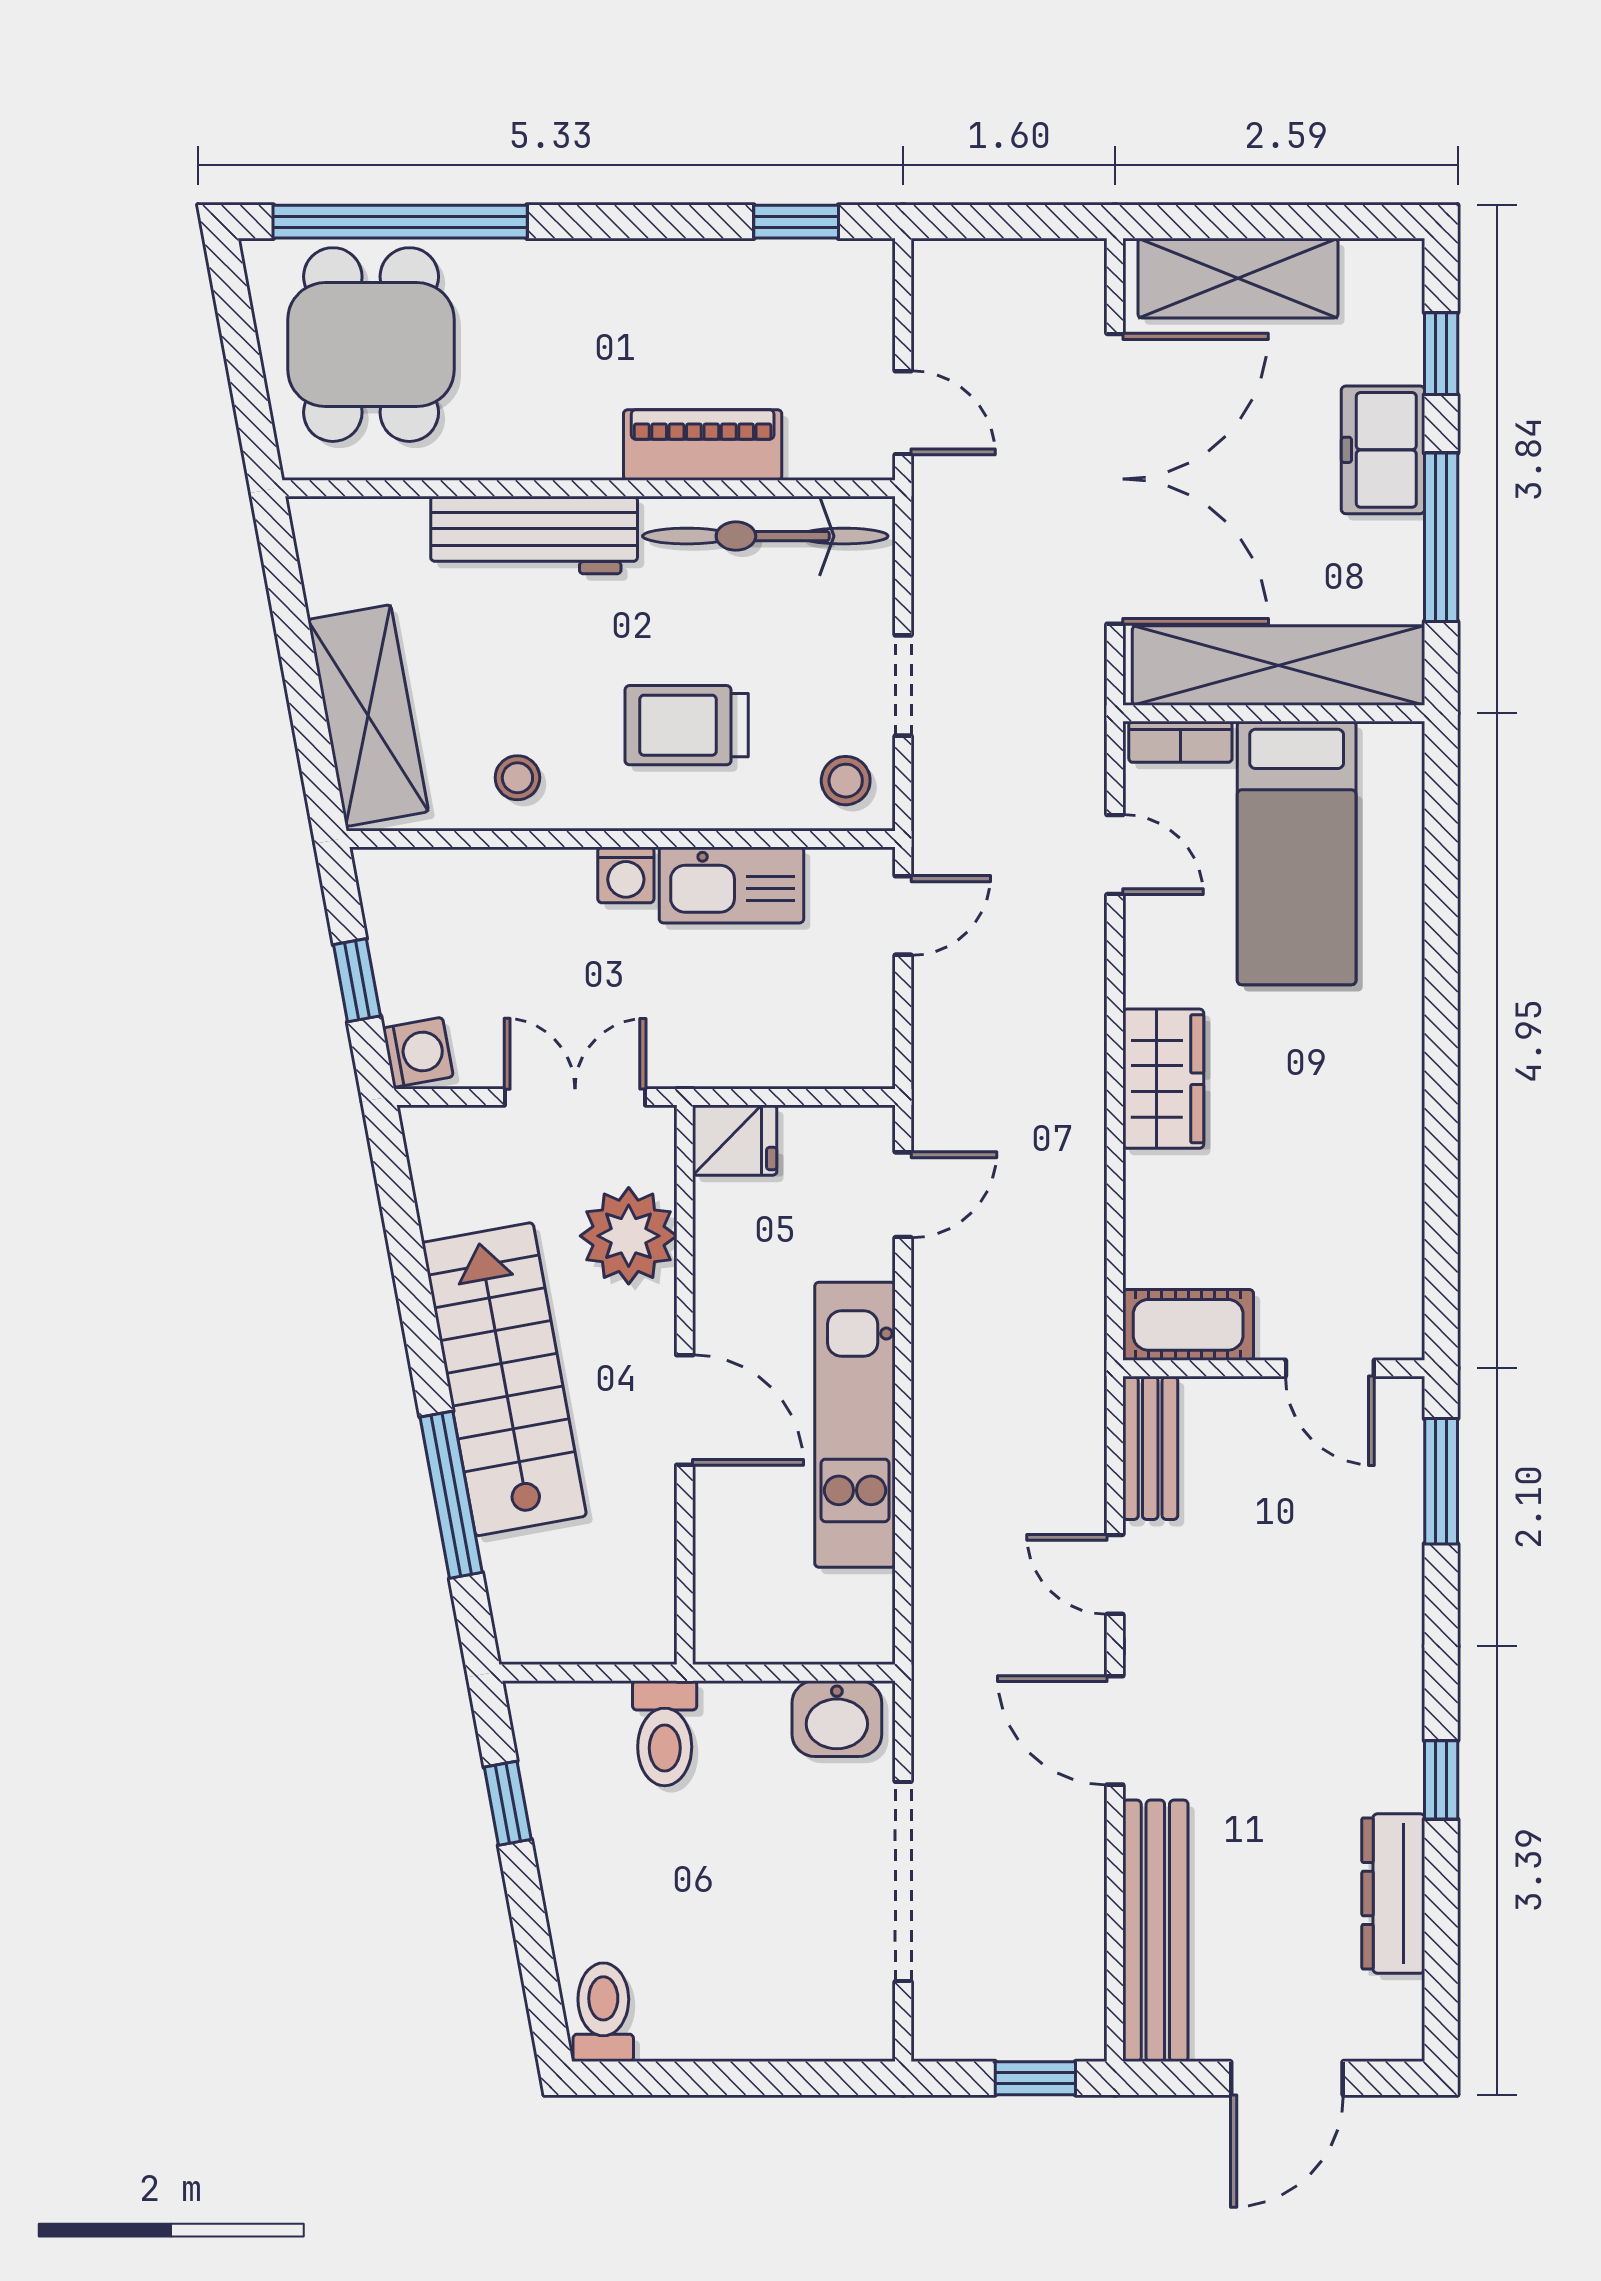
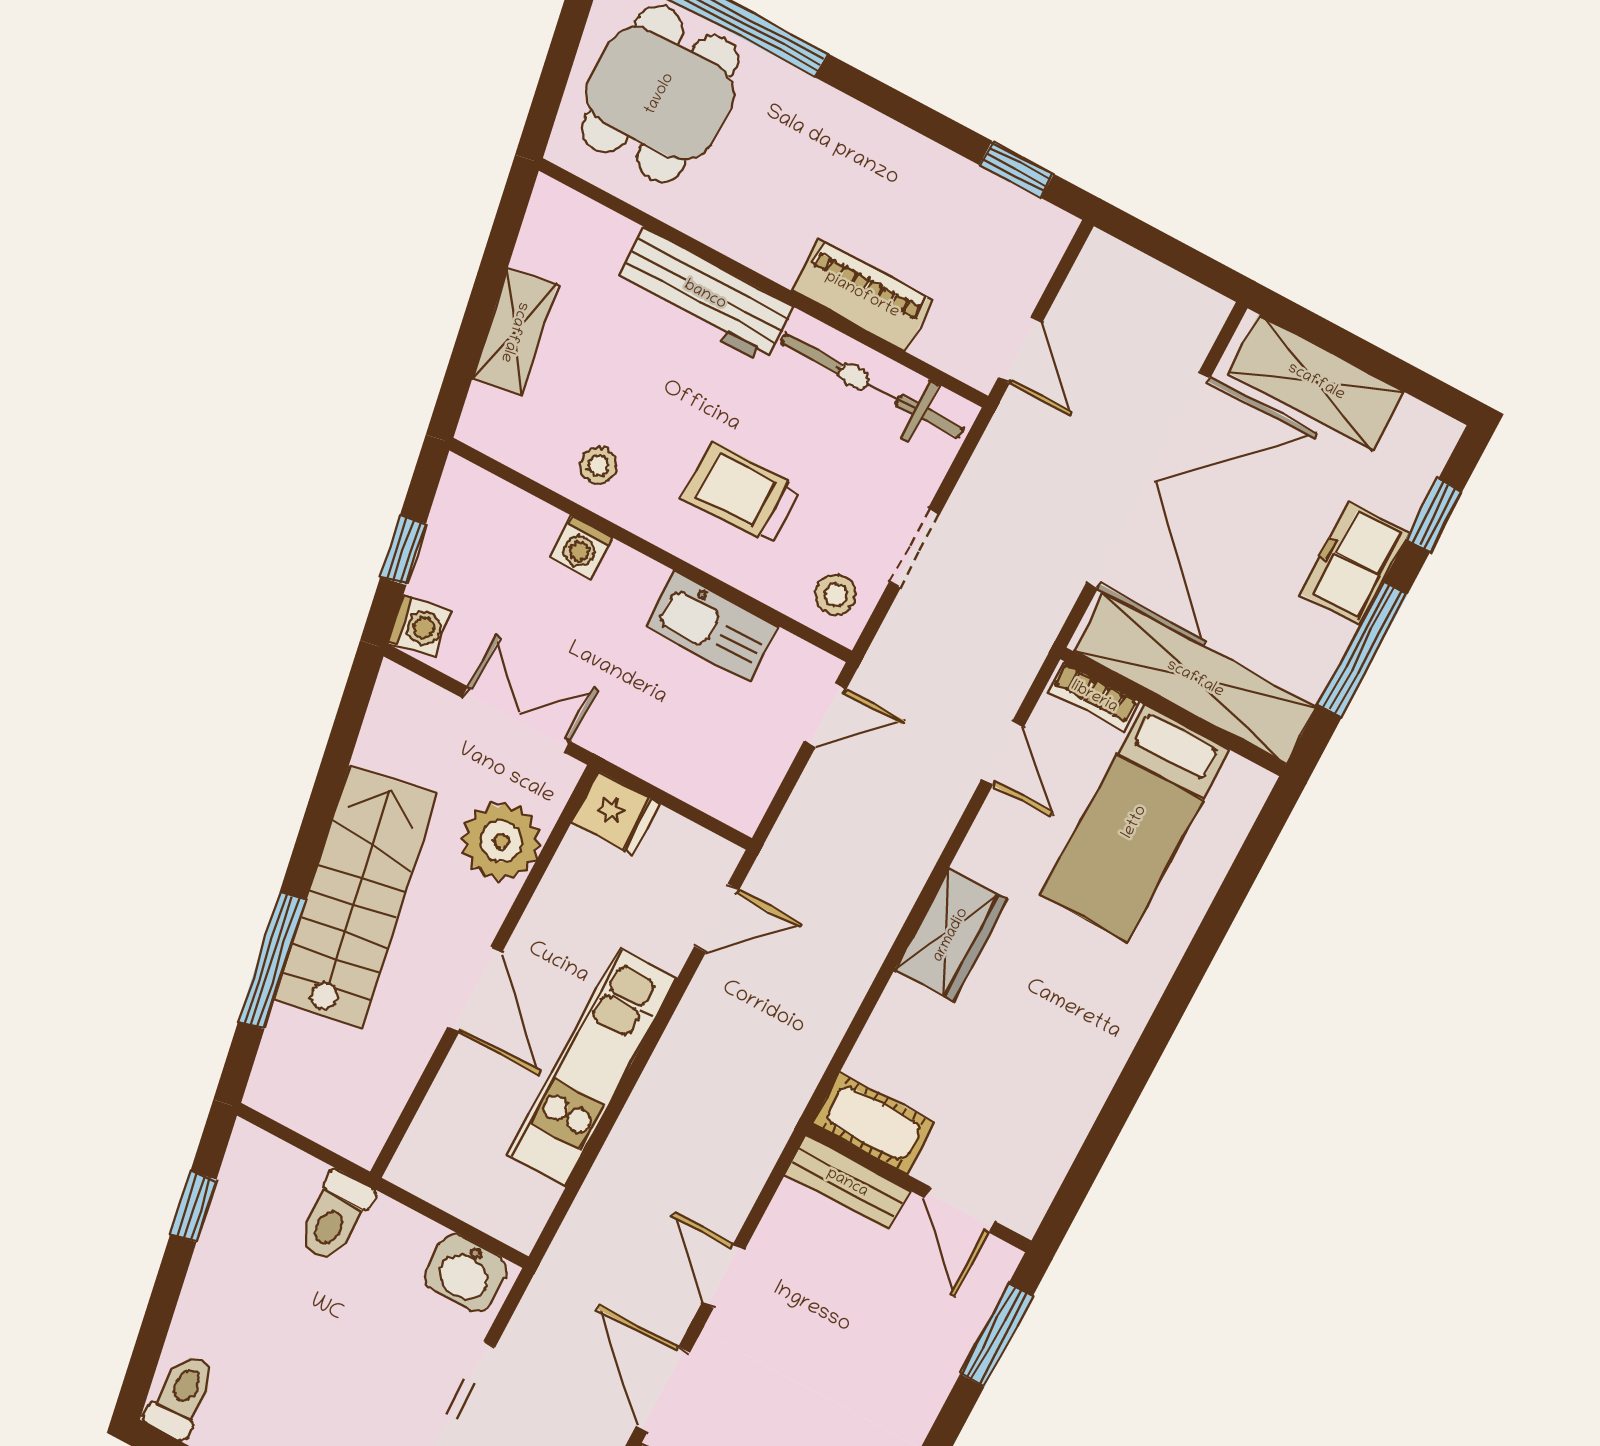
shelving: (368, 716) -> (514, 332), width x0.67, depth x0.75
washing machine: (626, 875) -> (581, 547), moved
bench: (1150, 1448) -> (847, 1183), moved, turned 90

